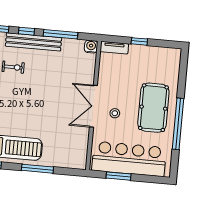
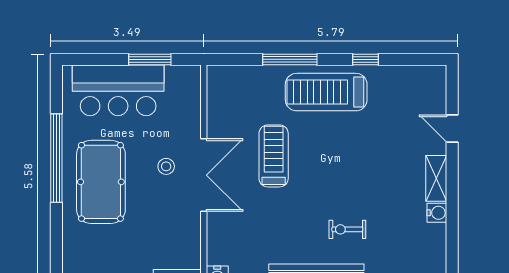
treadmill: (52, 114) -> (274, 156), added
bar counter: (129, 159) -> (118, 90), width x0.73

